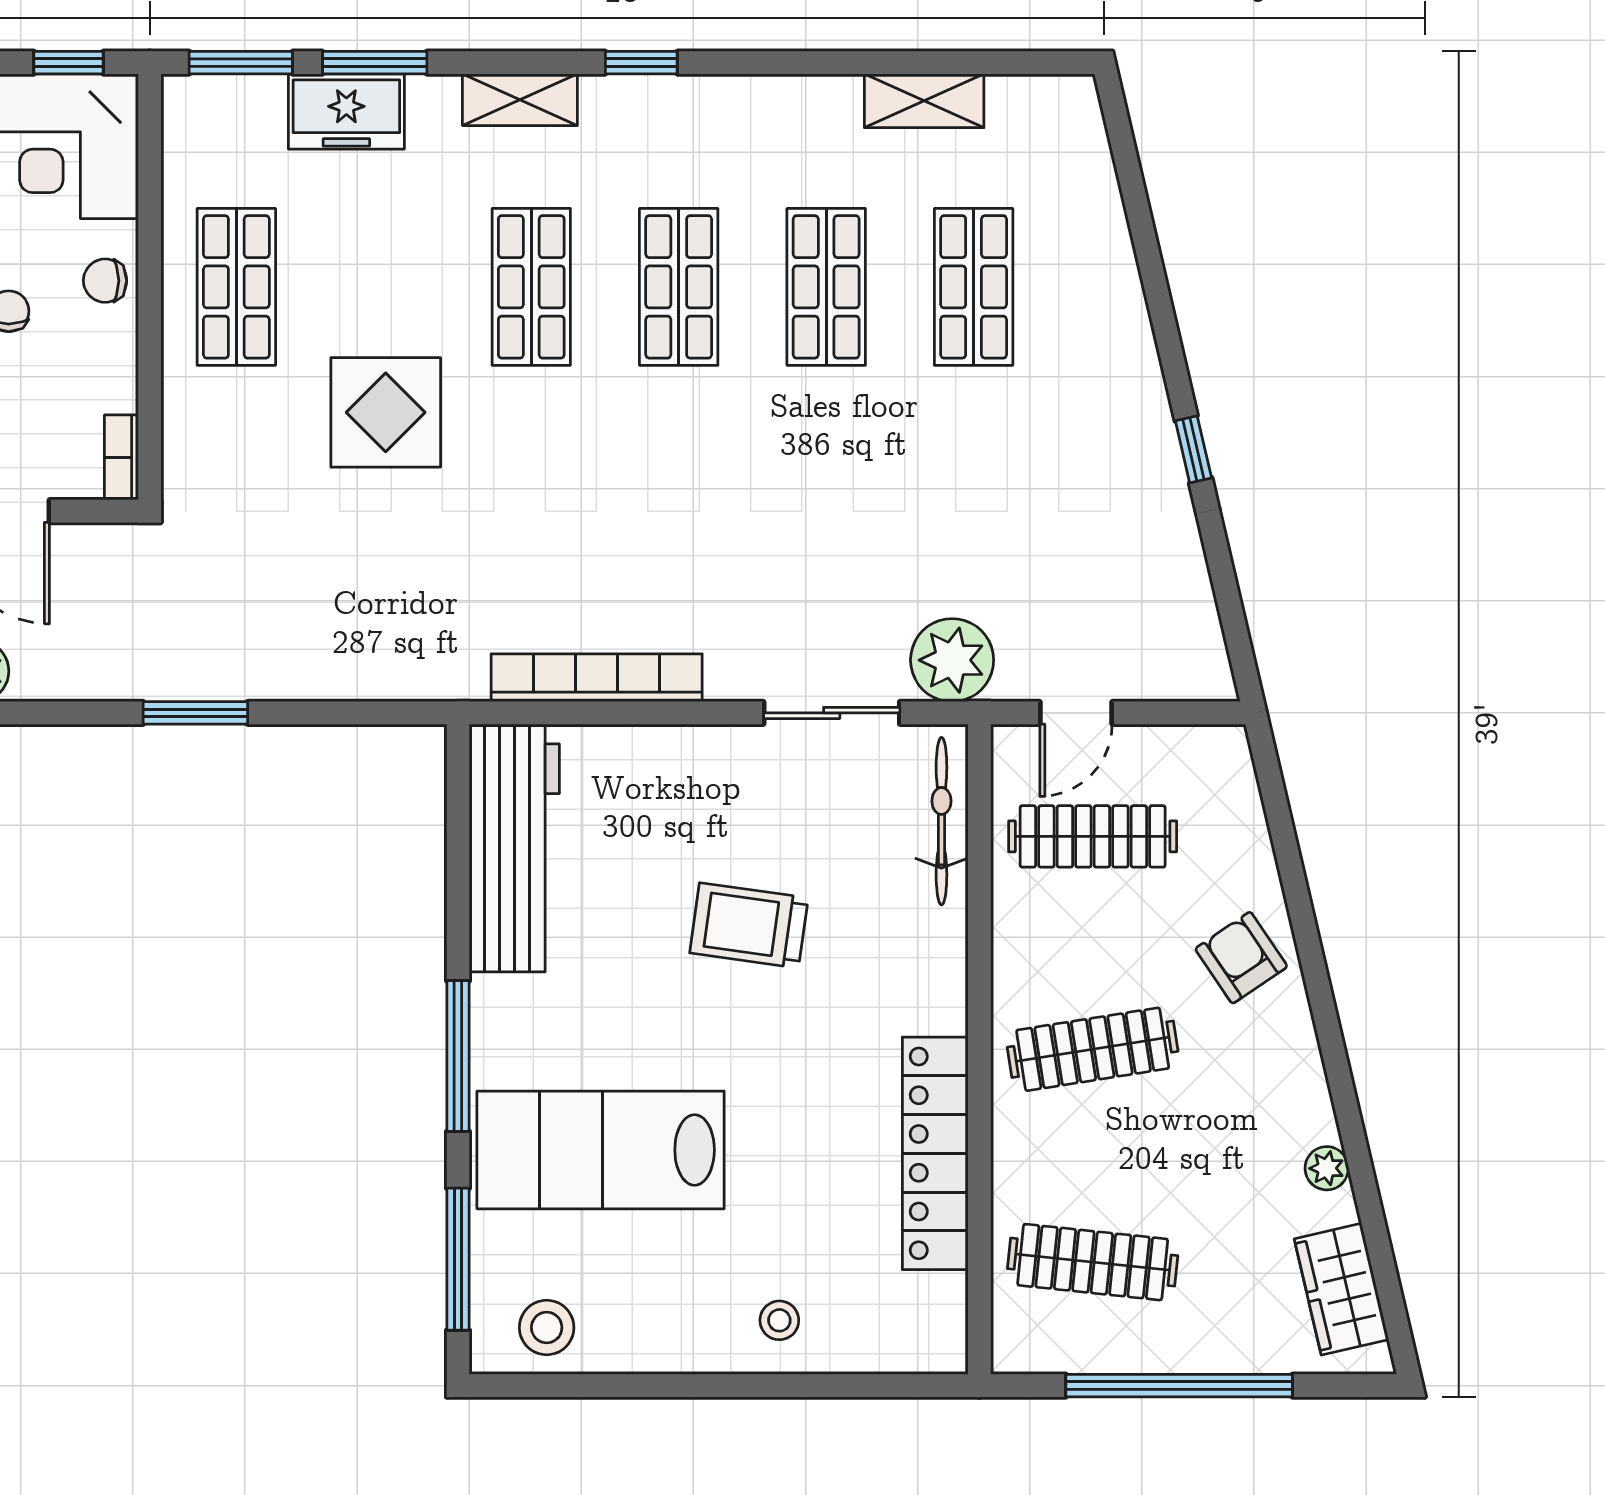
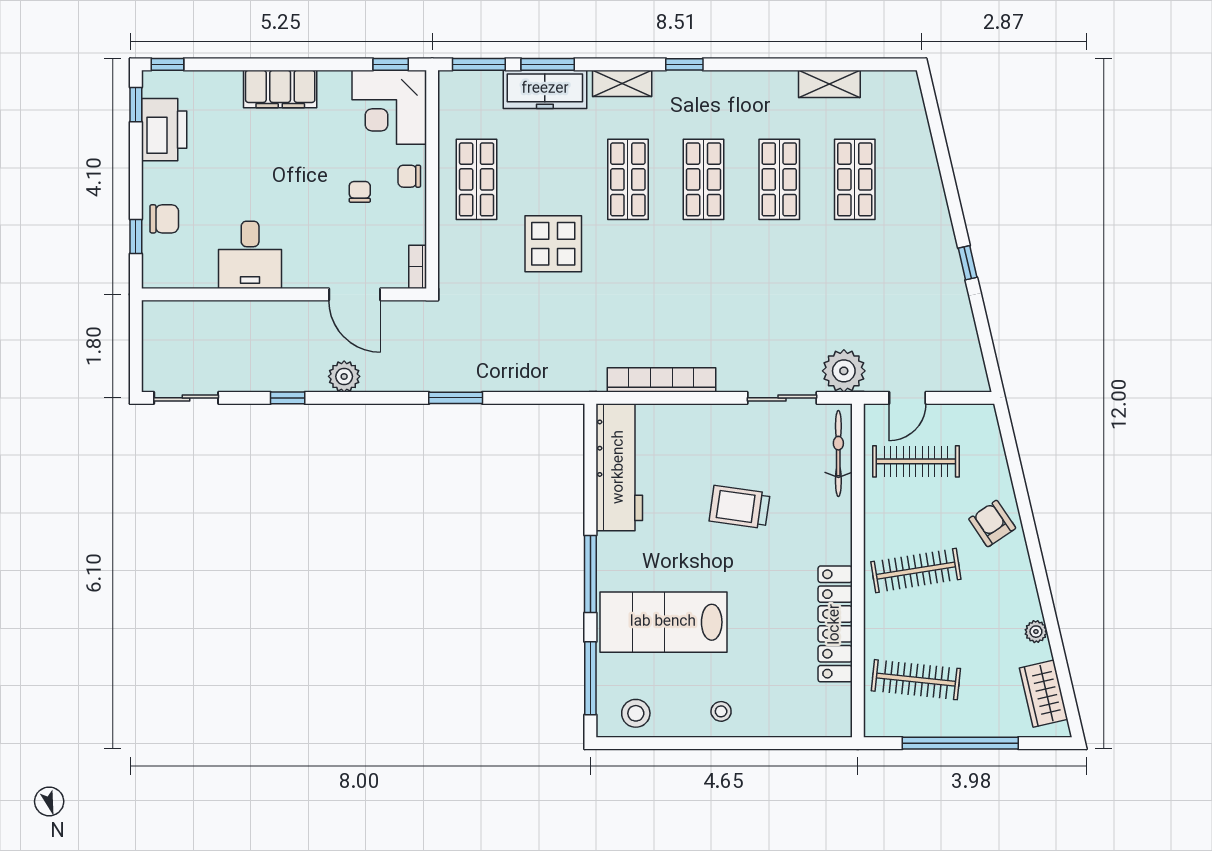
freezer: (346, 112) -> (545, 89), width x1.40
stool: (779, 1320) -> (721, 711), moved

